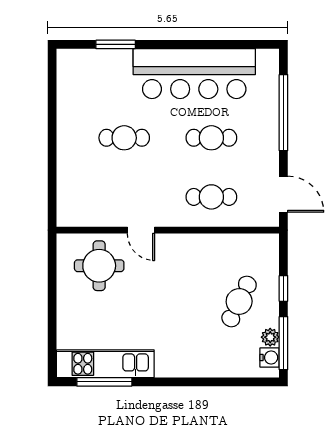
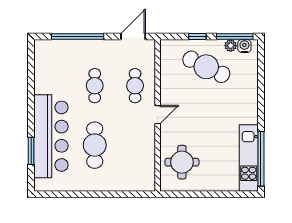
bar counter: (194, 74) -> (51, 136), moved
cafe table: (124, 138) -> (95, 145), width x1.37, depth x1.35
door: (141, 230) -> (158, 115), moved
cafe table: (239, 301) -> (206, 67), width x1.37, depth x1.35
window: (104, 382) -> (261, 159), width x1.46

